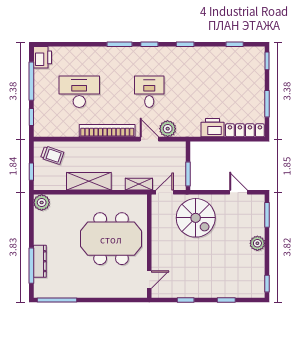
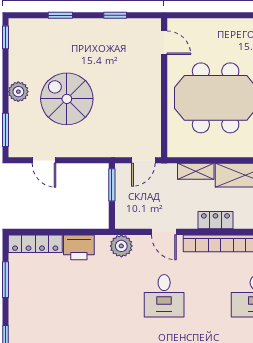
plant: (168, 129) -> (121, 246), moved
locker: (111, 148) -> (215, 220), added
shelving: (139, 184) -> (196, 171), moved
spiral stairs: (196, 218) -> (67, 99), moved
door: (149, 280) -> (164, 43), swing flipped

